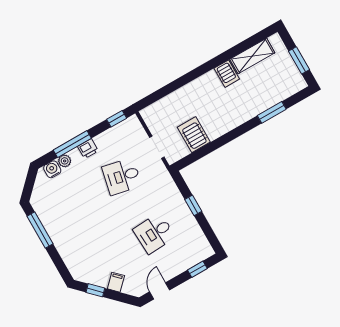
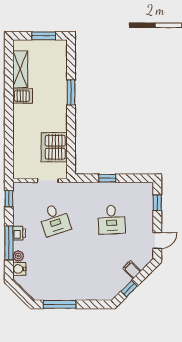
window: (272, 112) -> (71, 92), moved
server rack: (194, 135) -> (54, 147), width x1.60
desk: (122, 176) -> (55, 220), turned -30
door: (160, 291) -> (157, 240), swing flipped

